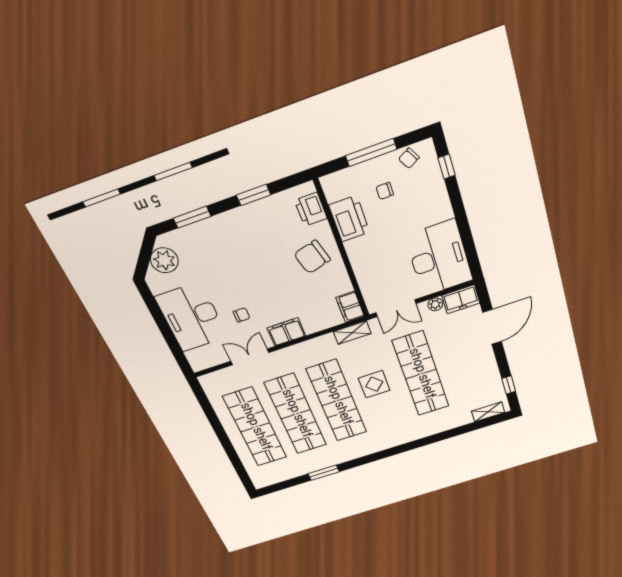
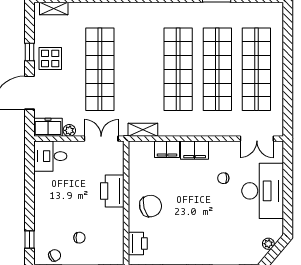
printer: (349, 219) -> (112, 191), moved
desk: (439, 258) -> (50, 156), width x0.53, depth x0.77
plant: (164, 260) -> (268, 244), width x0.53, depth x0.53
filing cabinet: (350, 307) -> (167, 149), moved, turned 90
double door: (250, 357) -> (257, 139), moved
display table: (374, 384) -> (50, 58), moved
window: (509, 385) -> (29, 52), moved

